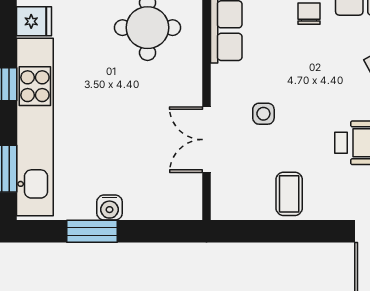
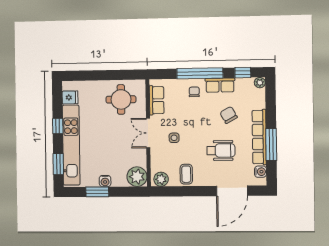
double door: (207, 140) -> (148, 133), moved
plant: (181, 198) -> (137, 177), added
plant: (234, 205) -> (161, 179), added

